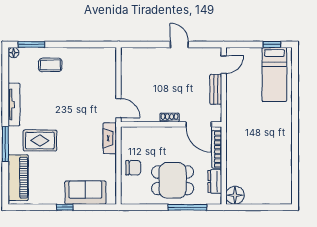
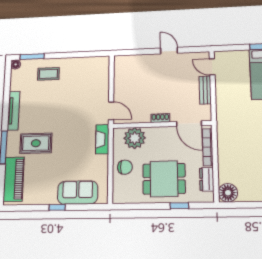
door: (224, 65) -> (212, 67), swing flipped
plant: (143, 138) -> (135, 138), added
window: (187, 207) -> (179, 206), width x0.46

